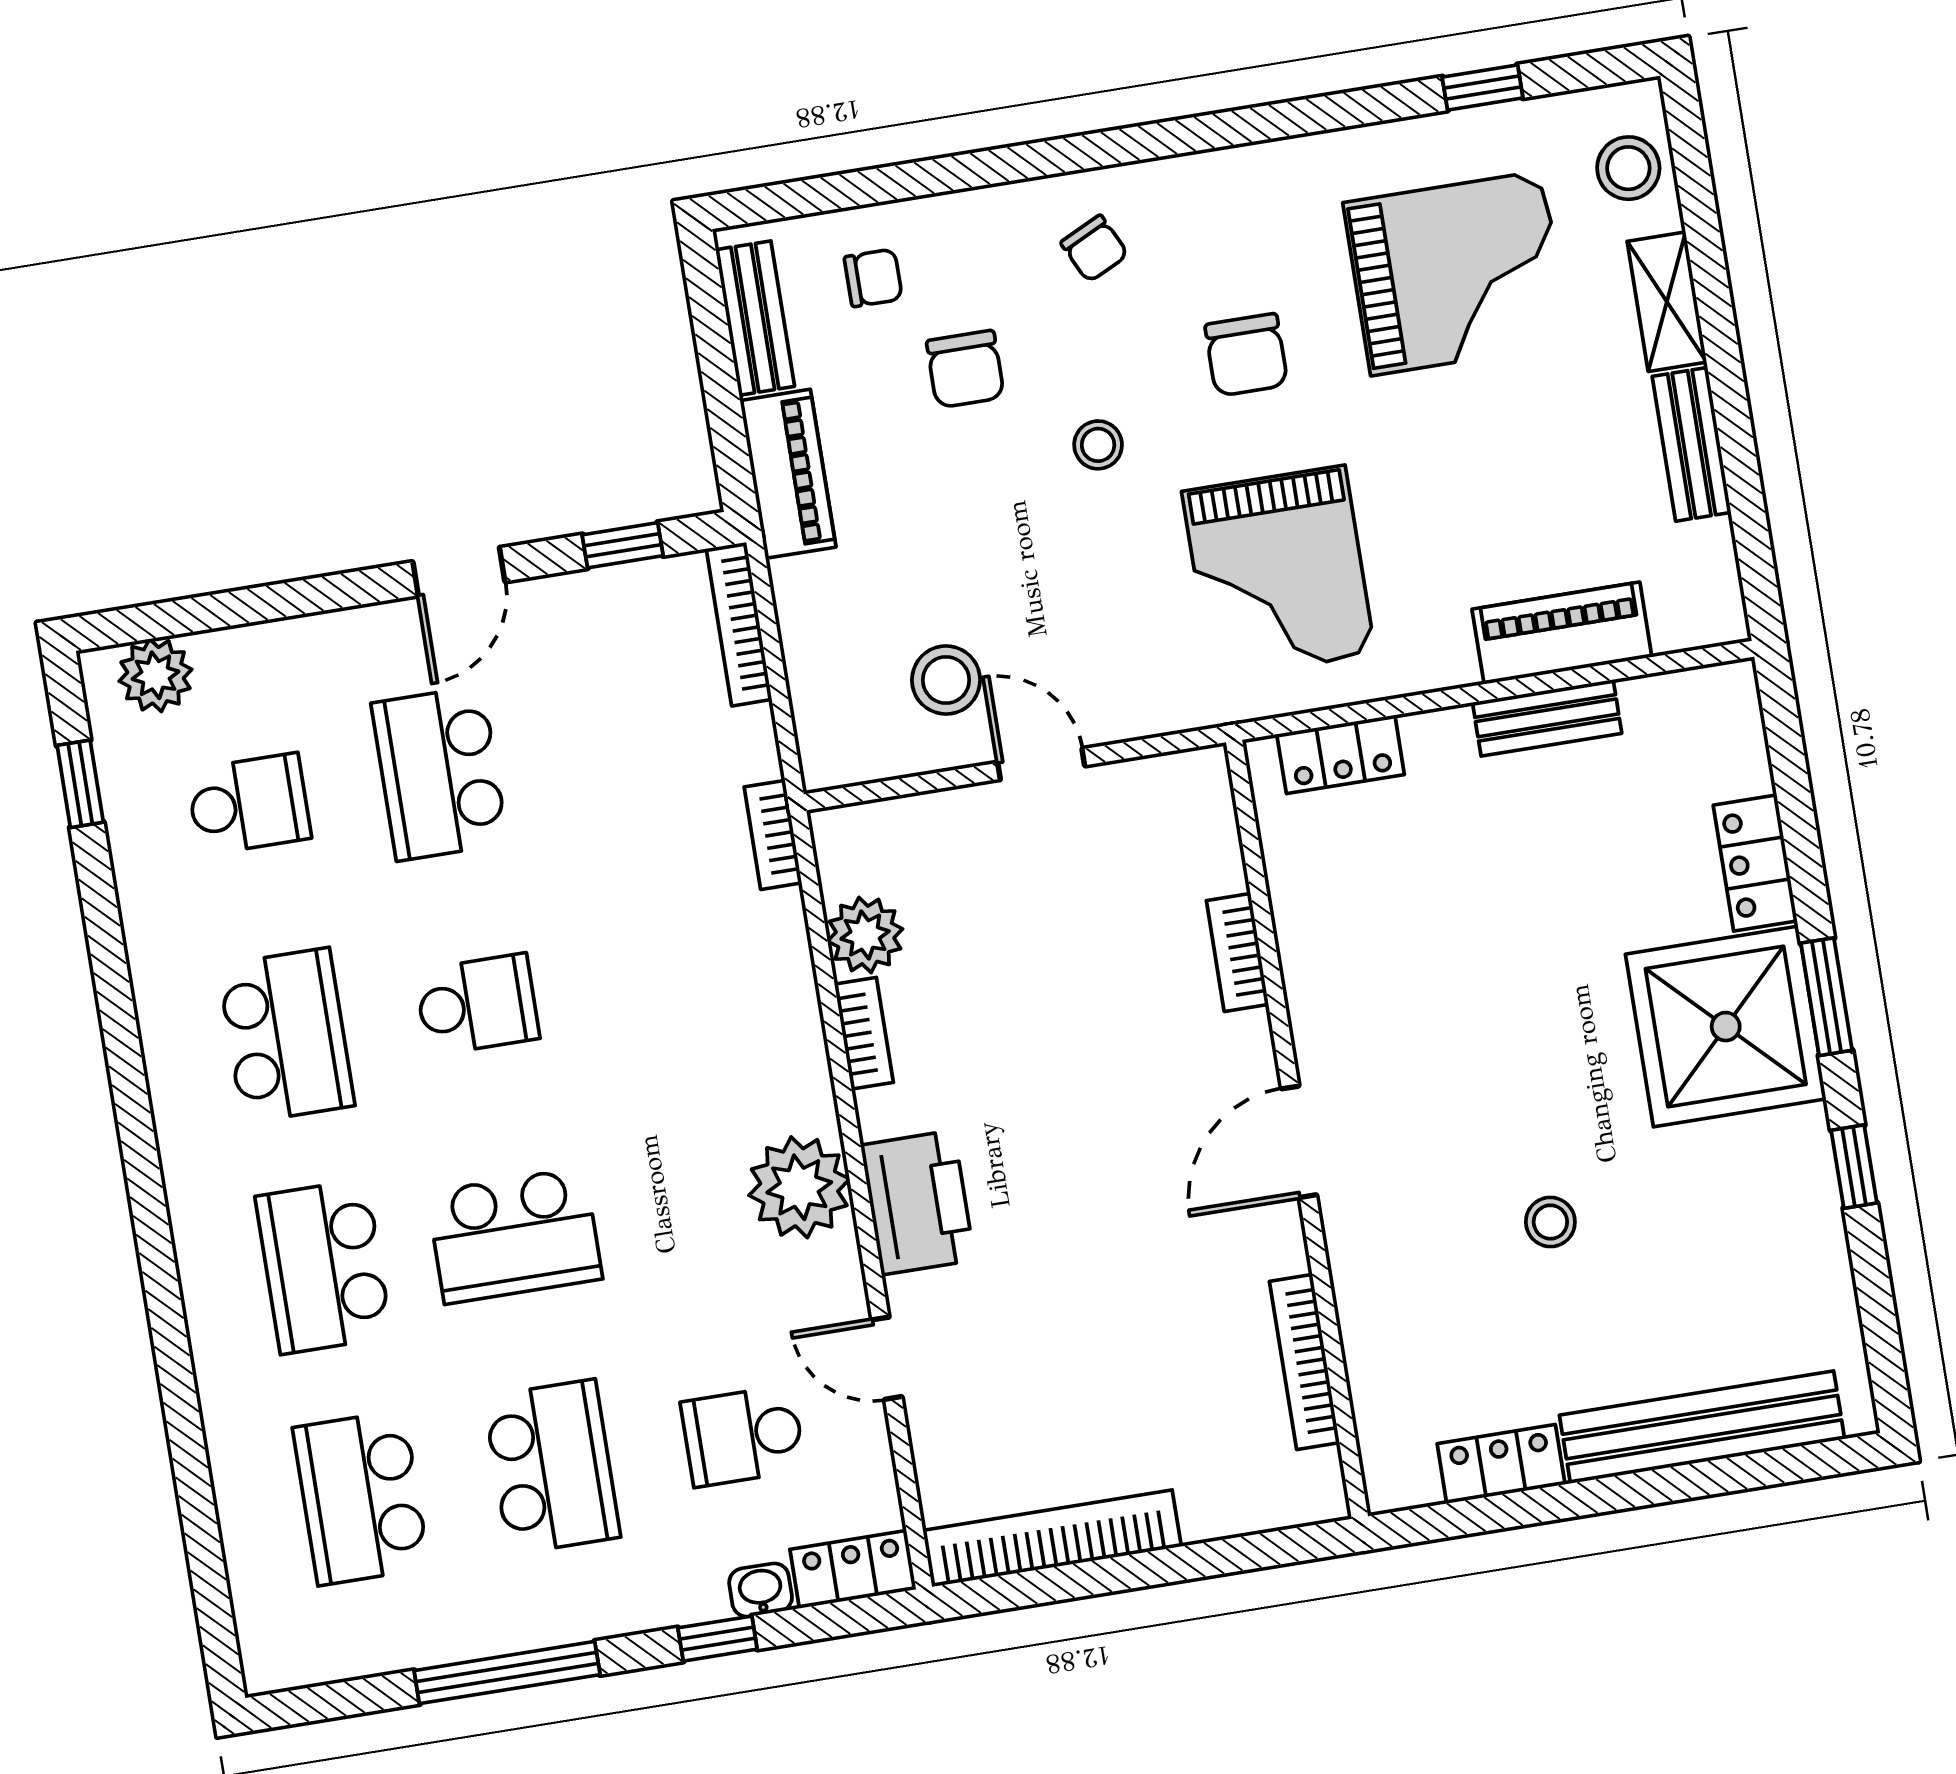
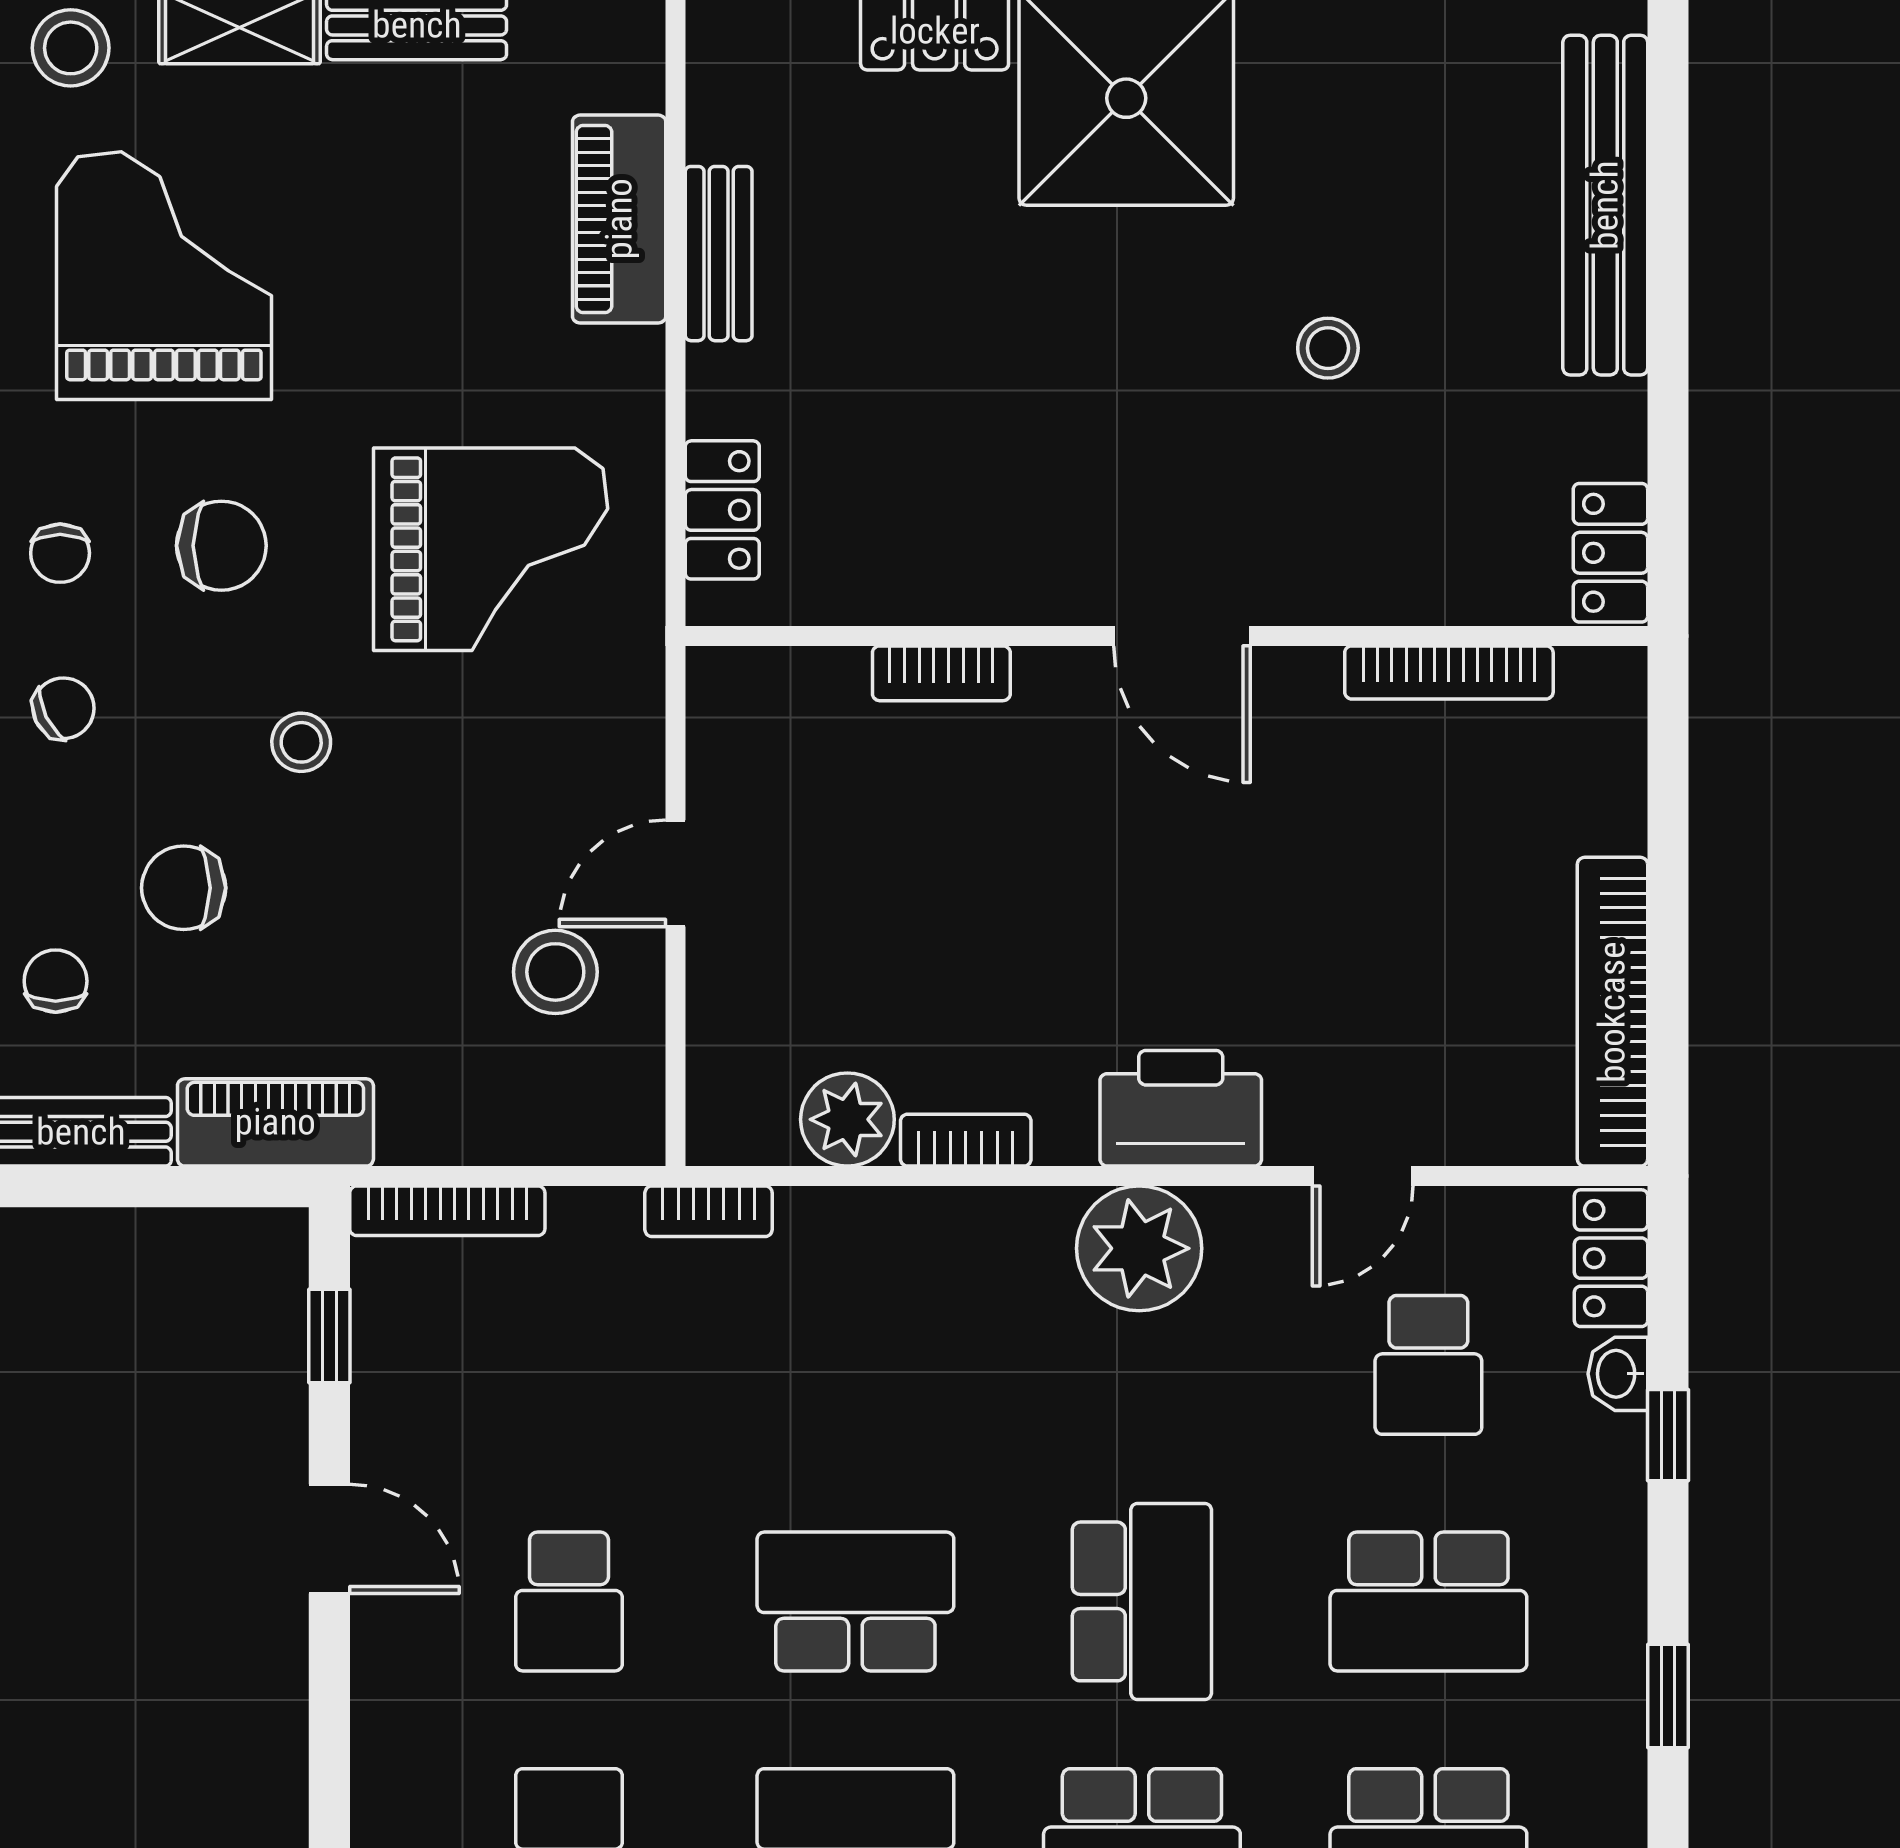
chair: (1219, 226) -> (60, 553), added
chair: (965, 369) -> (184, 888), turned 180
school desk: (440, 773) -> (569, 1601), width x0.54
school desk: (477, 1004) -> (855, 1601), width x1.85
locker: (1501, 1464) -> (1610, 553), moved
school desk: (552, 1467) -> (1428, 1601), turned 180
window: (507, 1673) -> (1668, 1696), width x0.46

